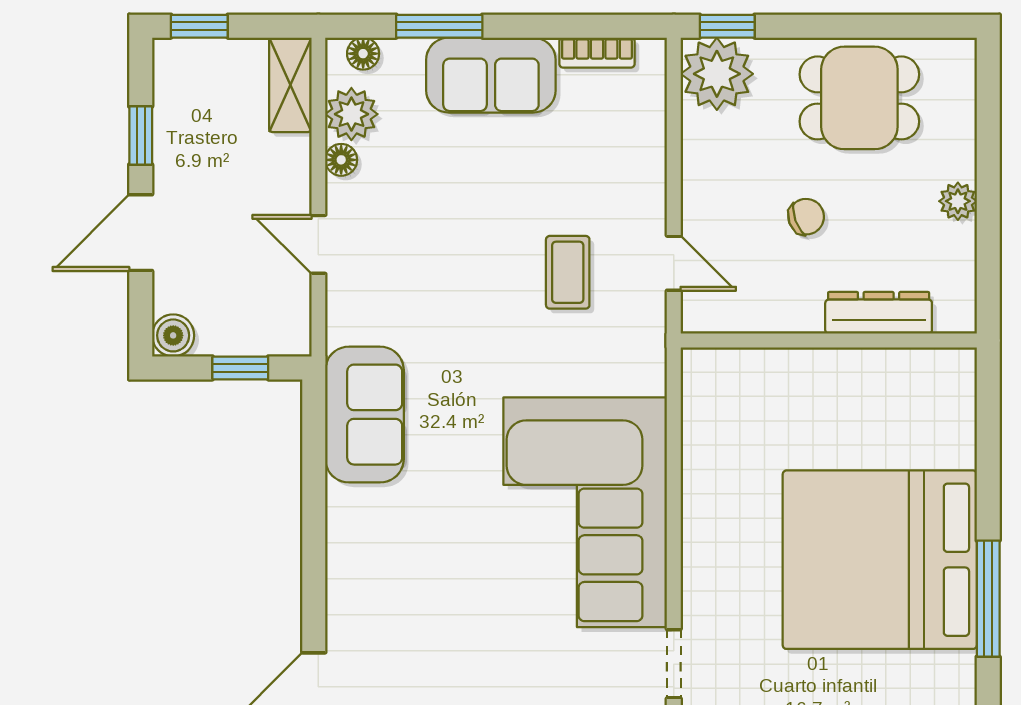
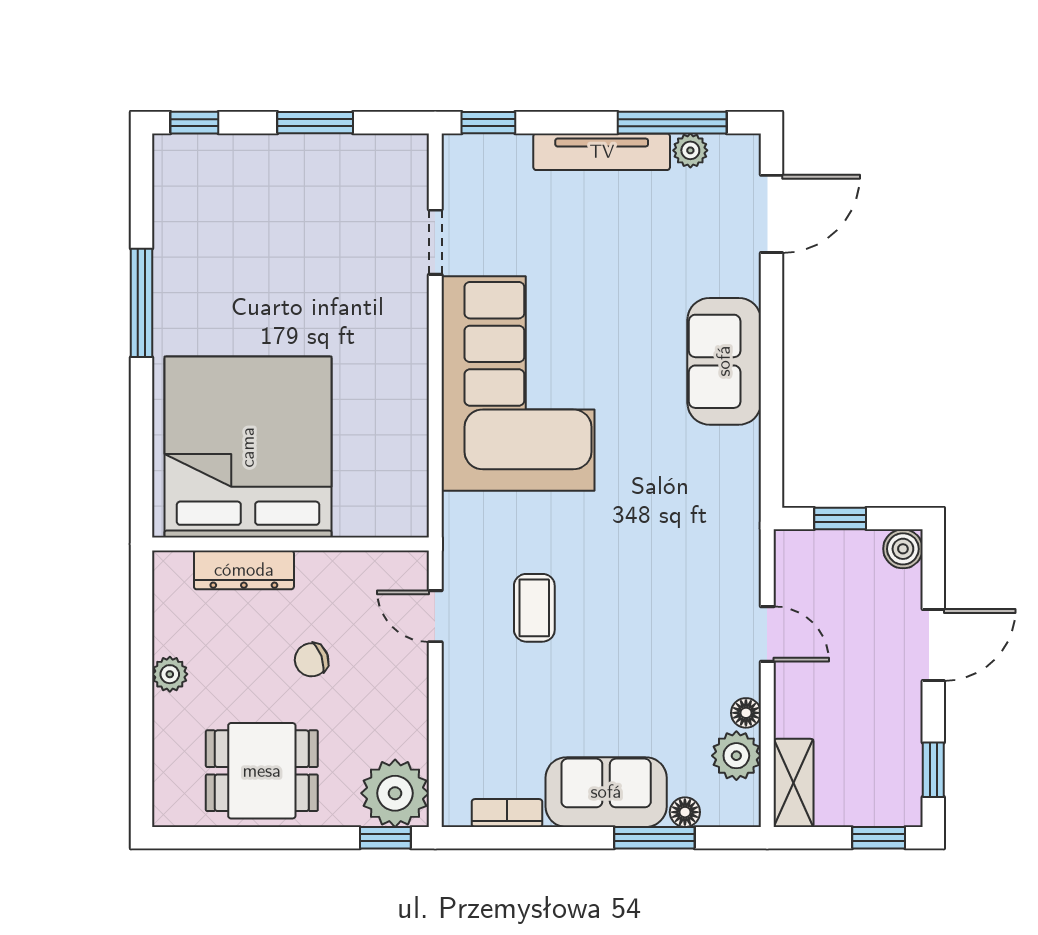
floor lamp: (363, 54) -> (685, 812), moved
window: (141, 135) -> (933, 770), moved
sofa: (365, 415) -> (724, 361), moved
bed: (880, 560) -> (248, 447), moved, turned -90

